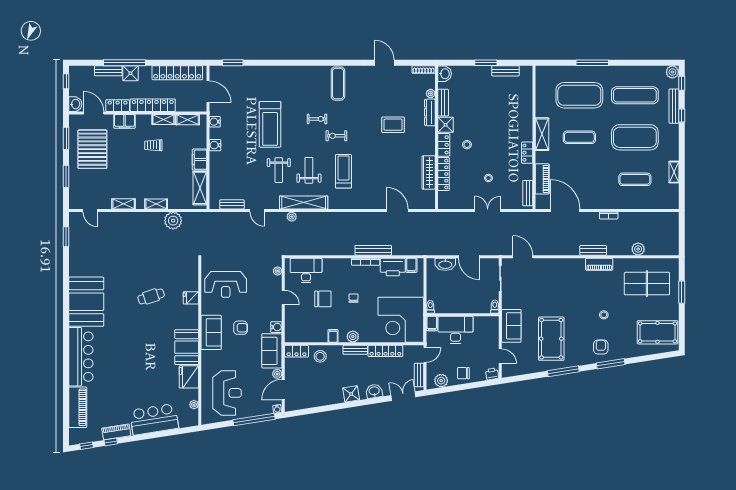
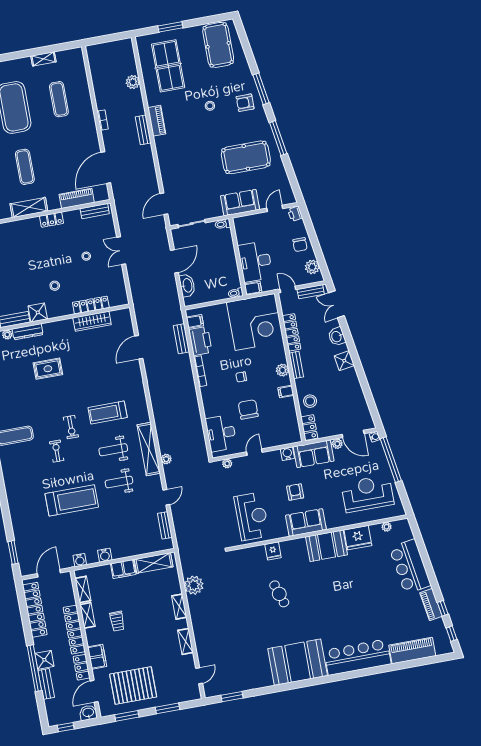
rug: (393, 125) -> (48, 369), turned 90
locker: (444, 145) -> (60, 310), removed
weight bench: (279, 170) -> (119, 482), turned 180
bench: (373, 250) -> (181, 339), moved, width x0.73

